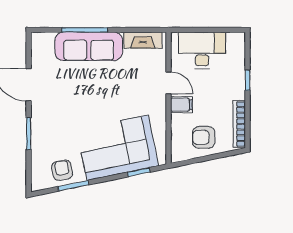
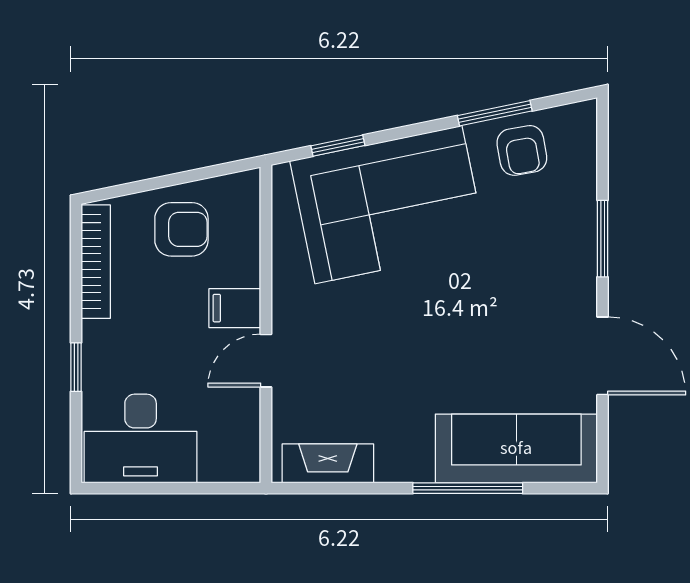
sofa: (89, 46) -> (516, 448), moved
desk: (202, 50) -> (141, 439), moved
door: (169, 83) -> (266, 361), hinge flipped

